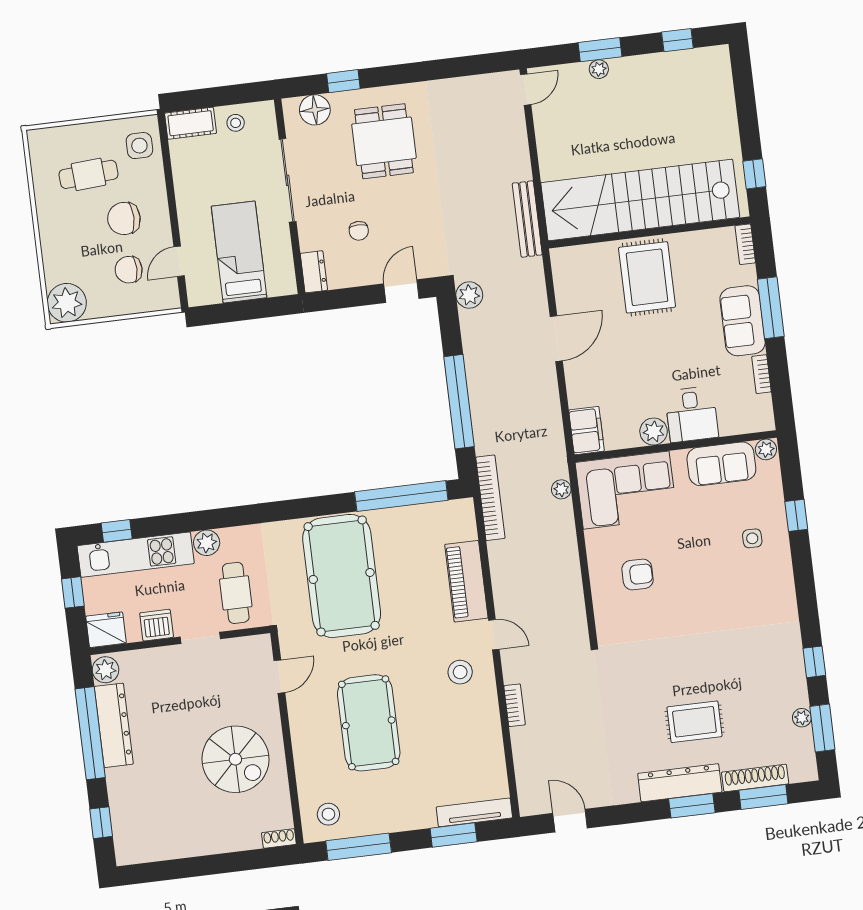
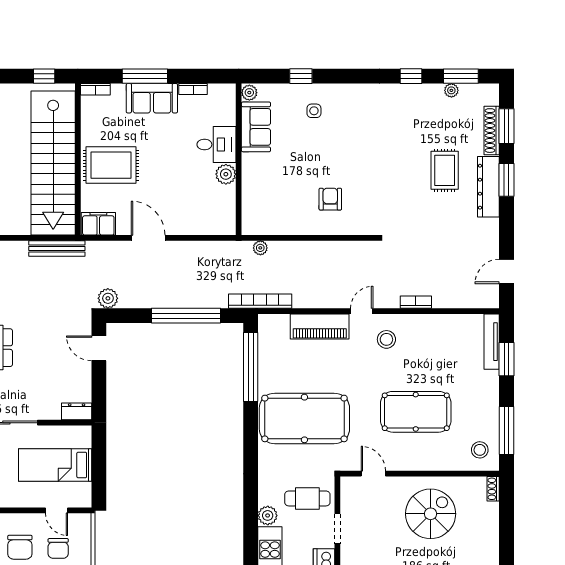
chair: (359, 231) -> (50, 374), removed
filing cabinet: (586, 431) -> (98, 224), moved
corner sofa: (626, 490) -> (267, 200), removed

